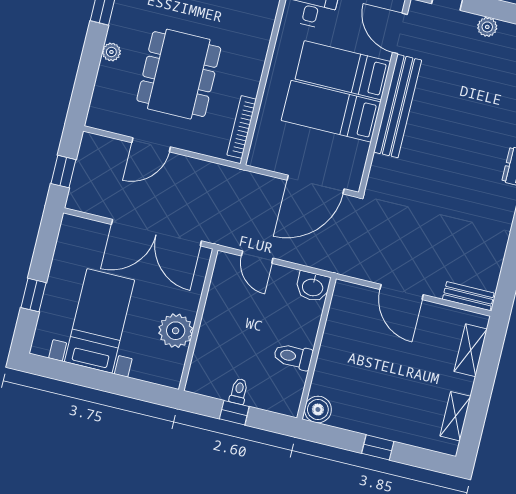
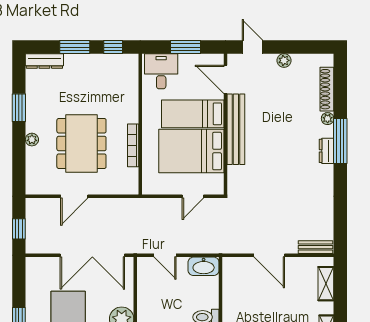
bed: (331, 111) -> (191, 151), width x1.50
bookcase: (242, 127) -> (133, 145), moved
door: (316, 185) -> (193, 196), width x0.53
washbasin: (313, 287) -> (204, 266), width x1.38

